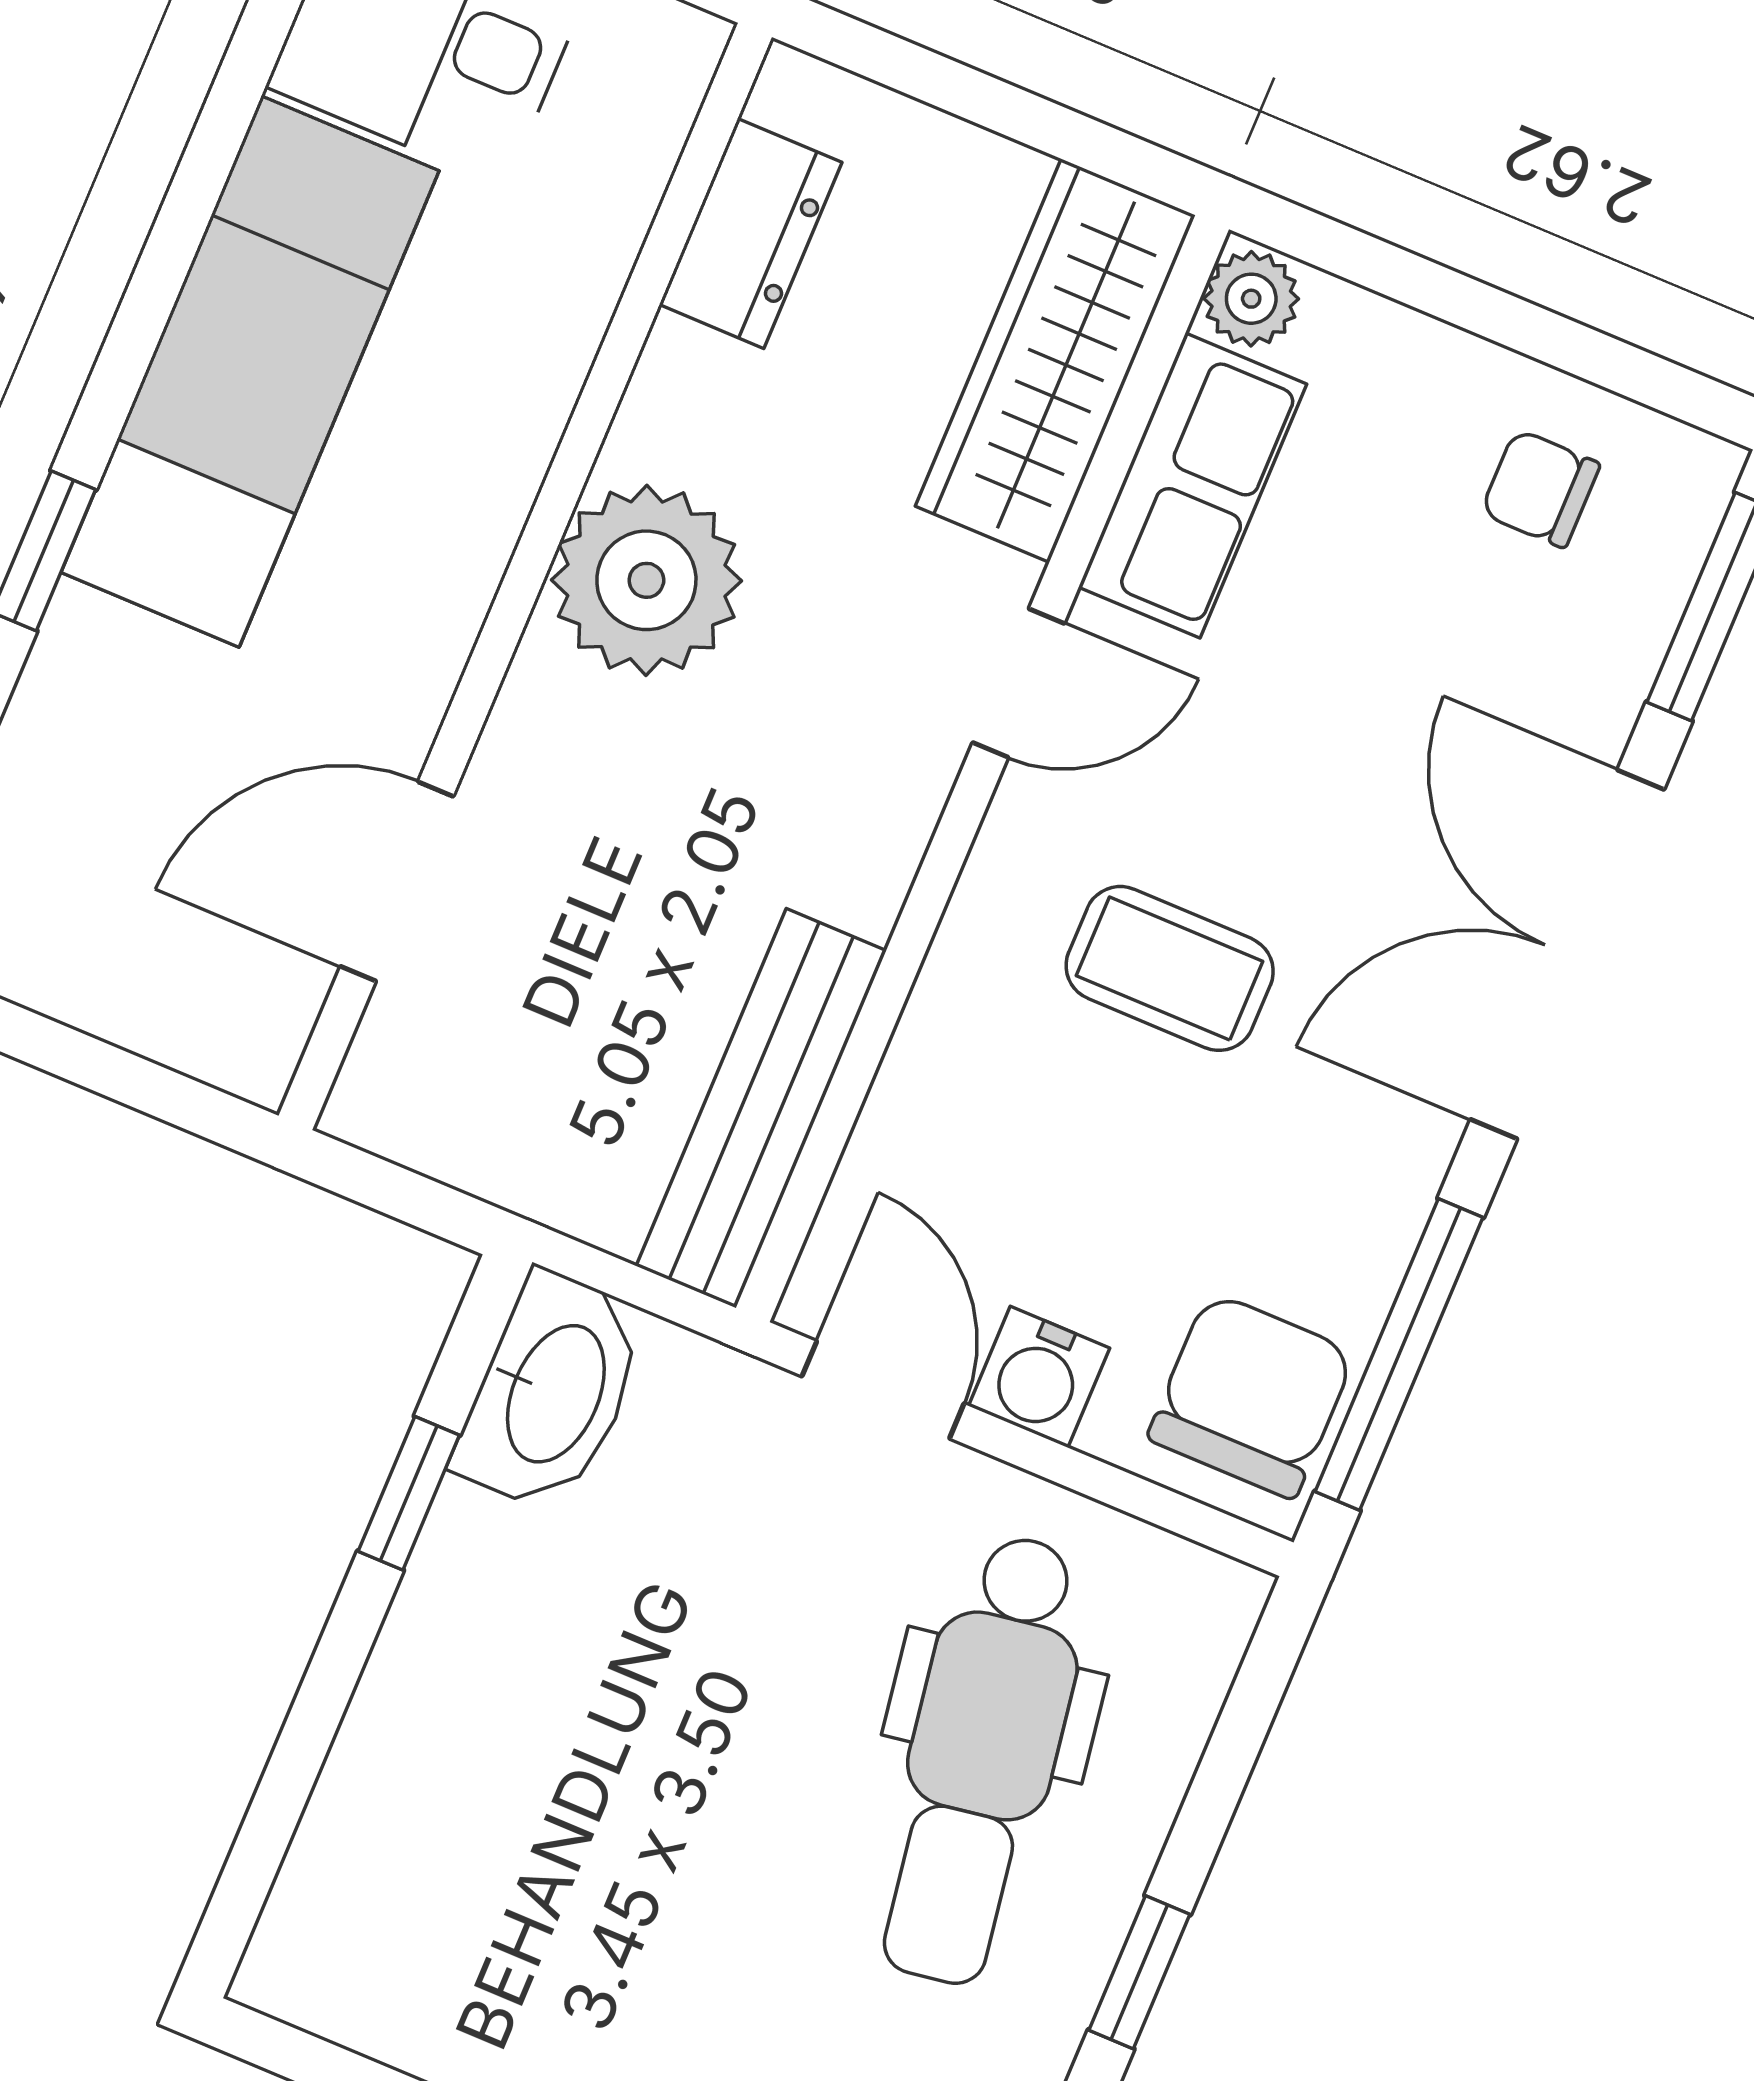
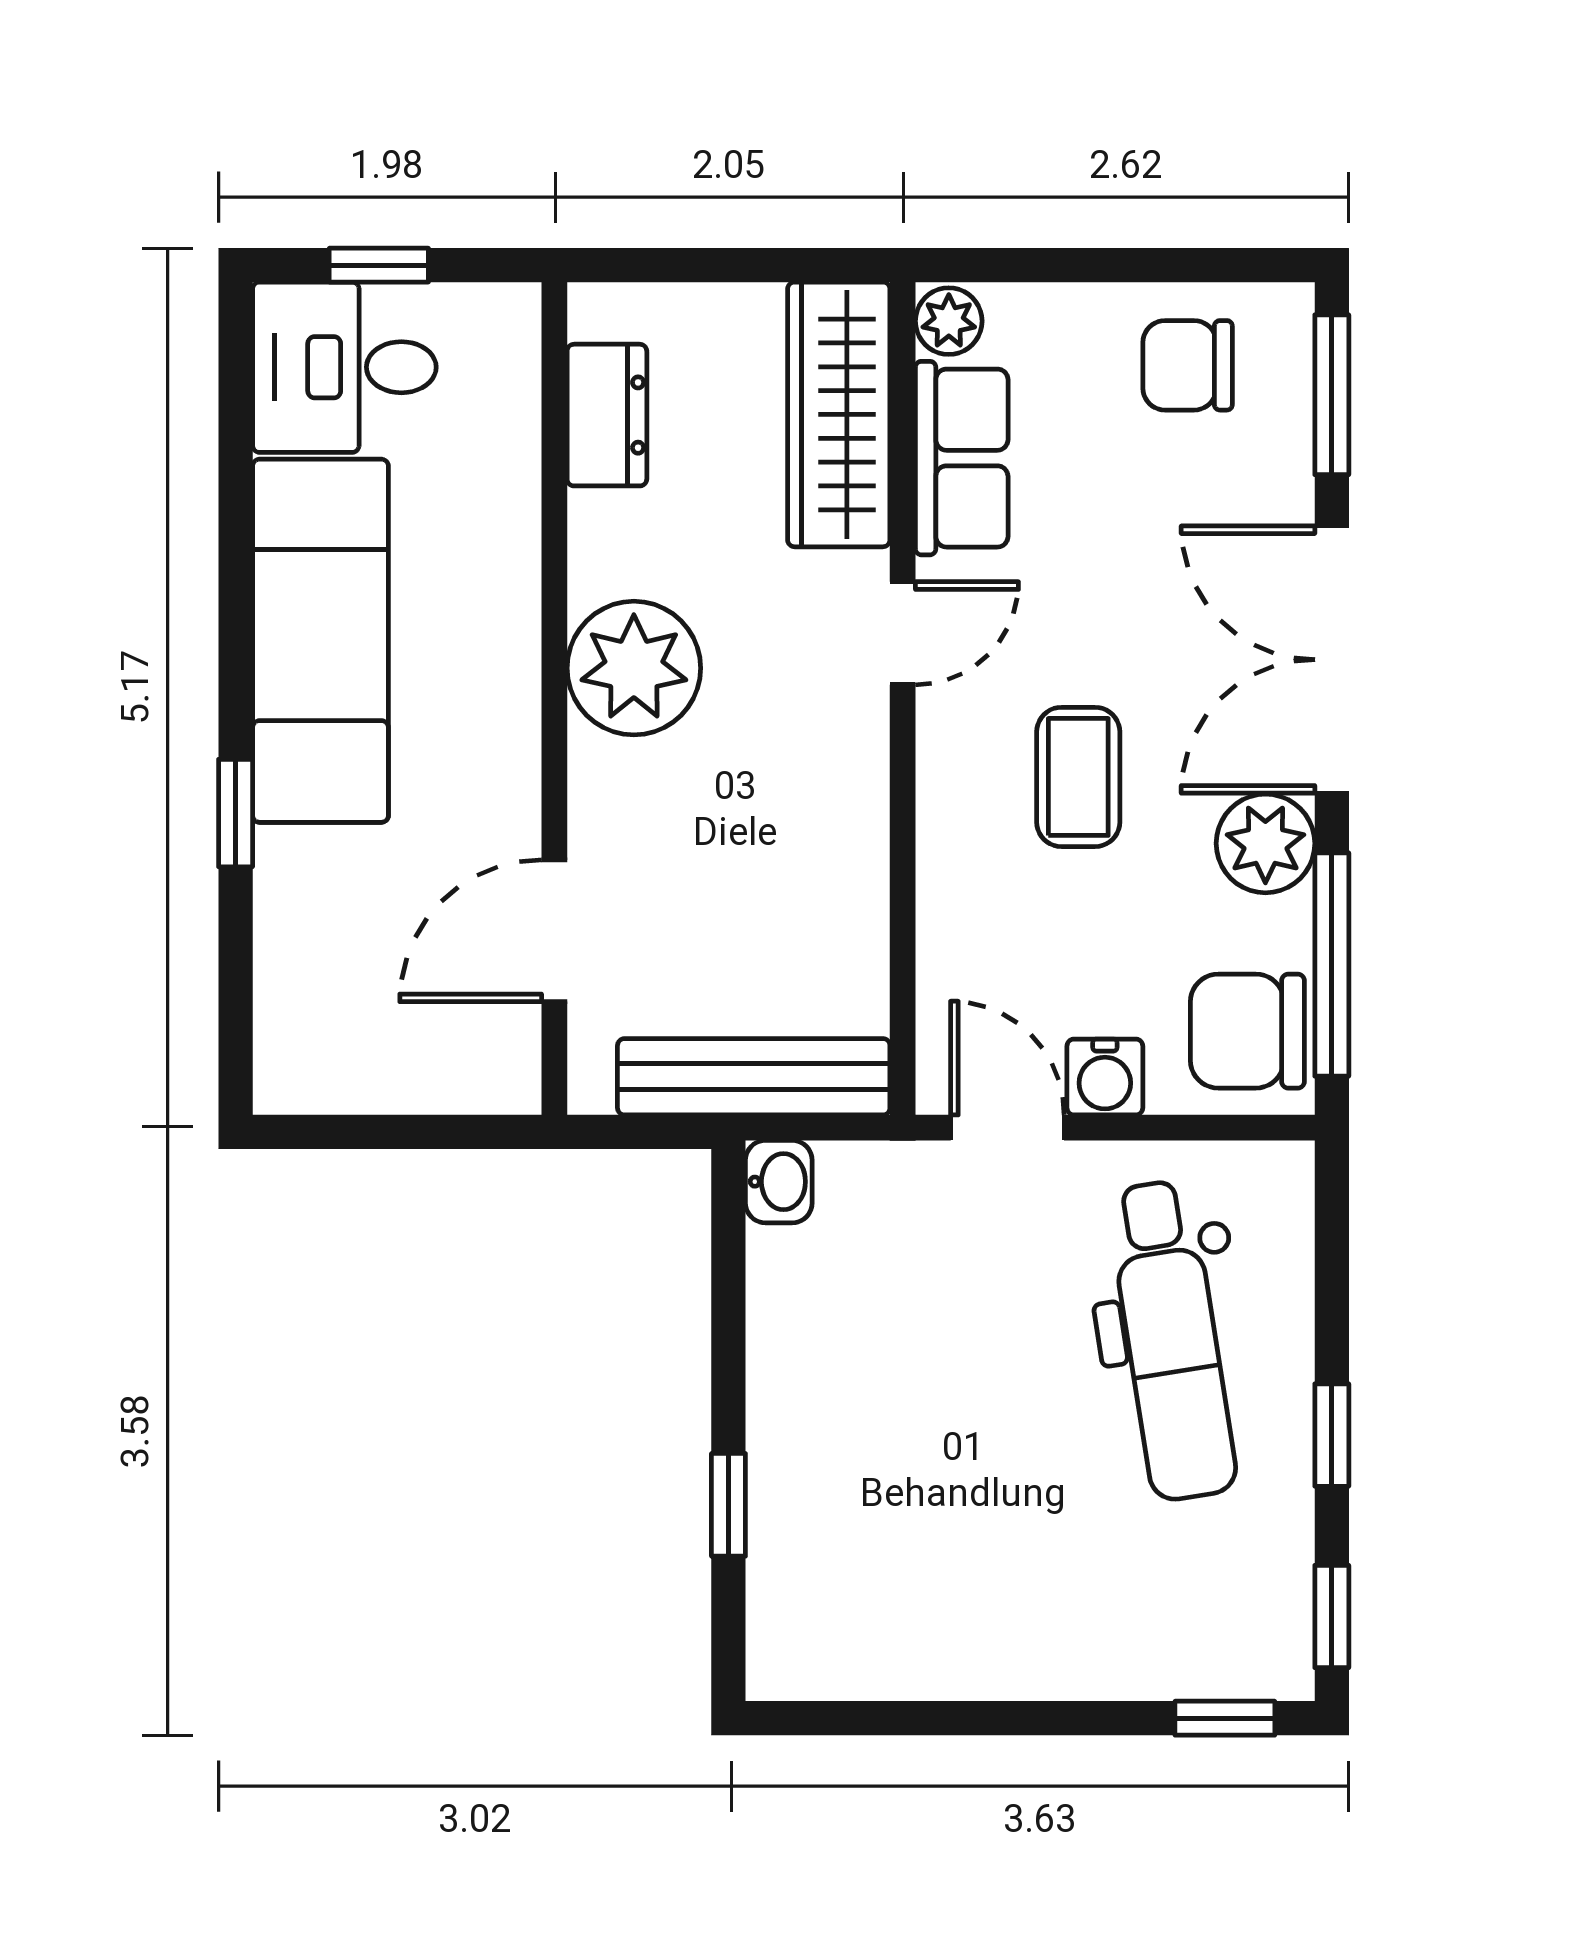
chair: (1540, 489) -> (1188, 365), width x1.37, depth x1.37
coffee table: (1170, 968) -> (1078, 777), turned 90
bench: (761, 1108) -> (754, 1077), moved, turned 90
plant: (1379, 1159) -> (1265, 843), added
washbasin: (552, 1392) -> (779, 1182), width x0.52, depth x0.69
chair: (1251, 1395) -> (1247, 1031), turned -90
window: (409, 1493) -> (728, 1505), moved

